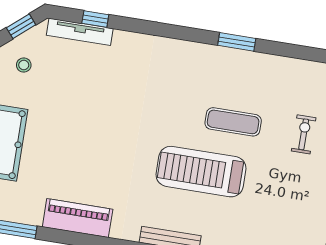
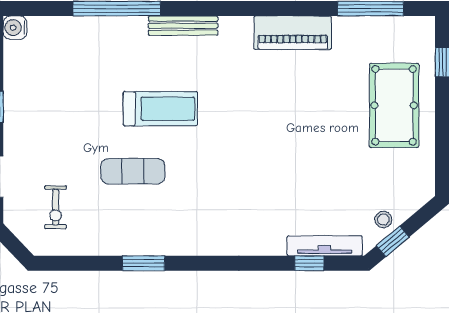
stool: (24, 65) -> (383, 219), moved
exercise bike: (304, 134) -> (56, 207), moved
treadmill: (201, 172) -> (160, 109), width x0.73, depth x0.73

